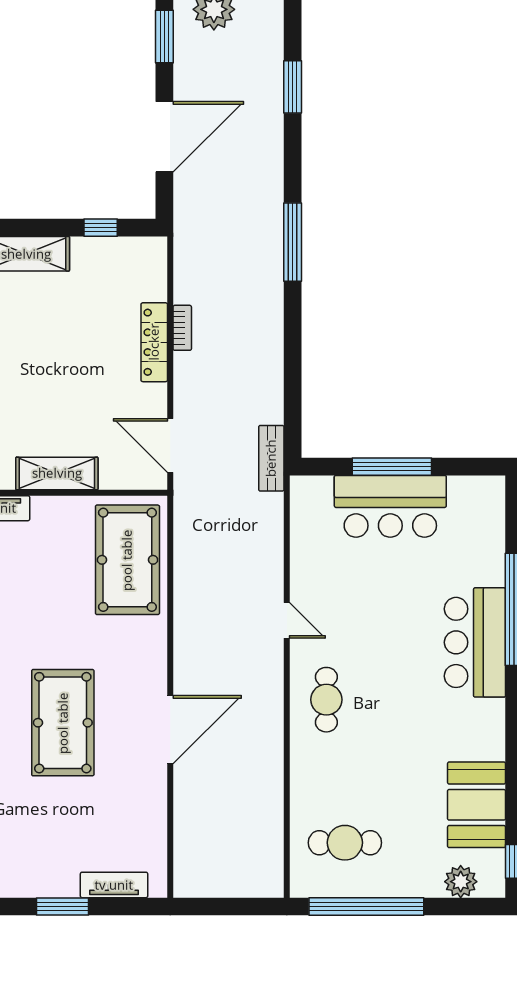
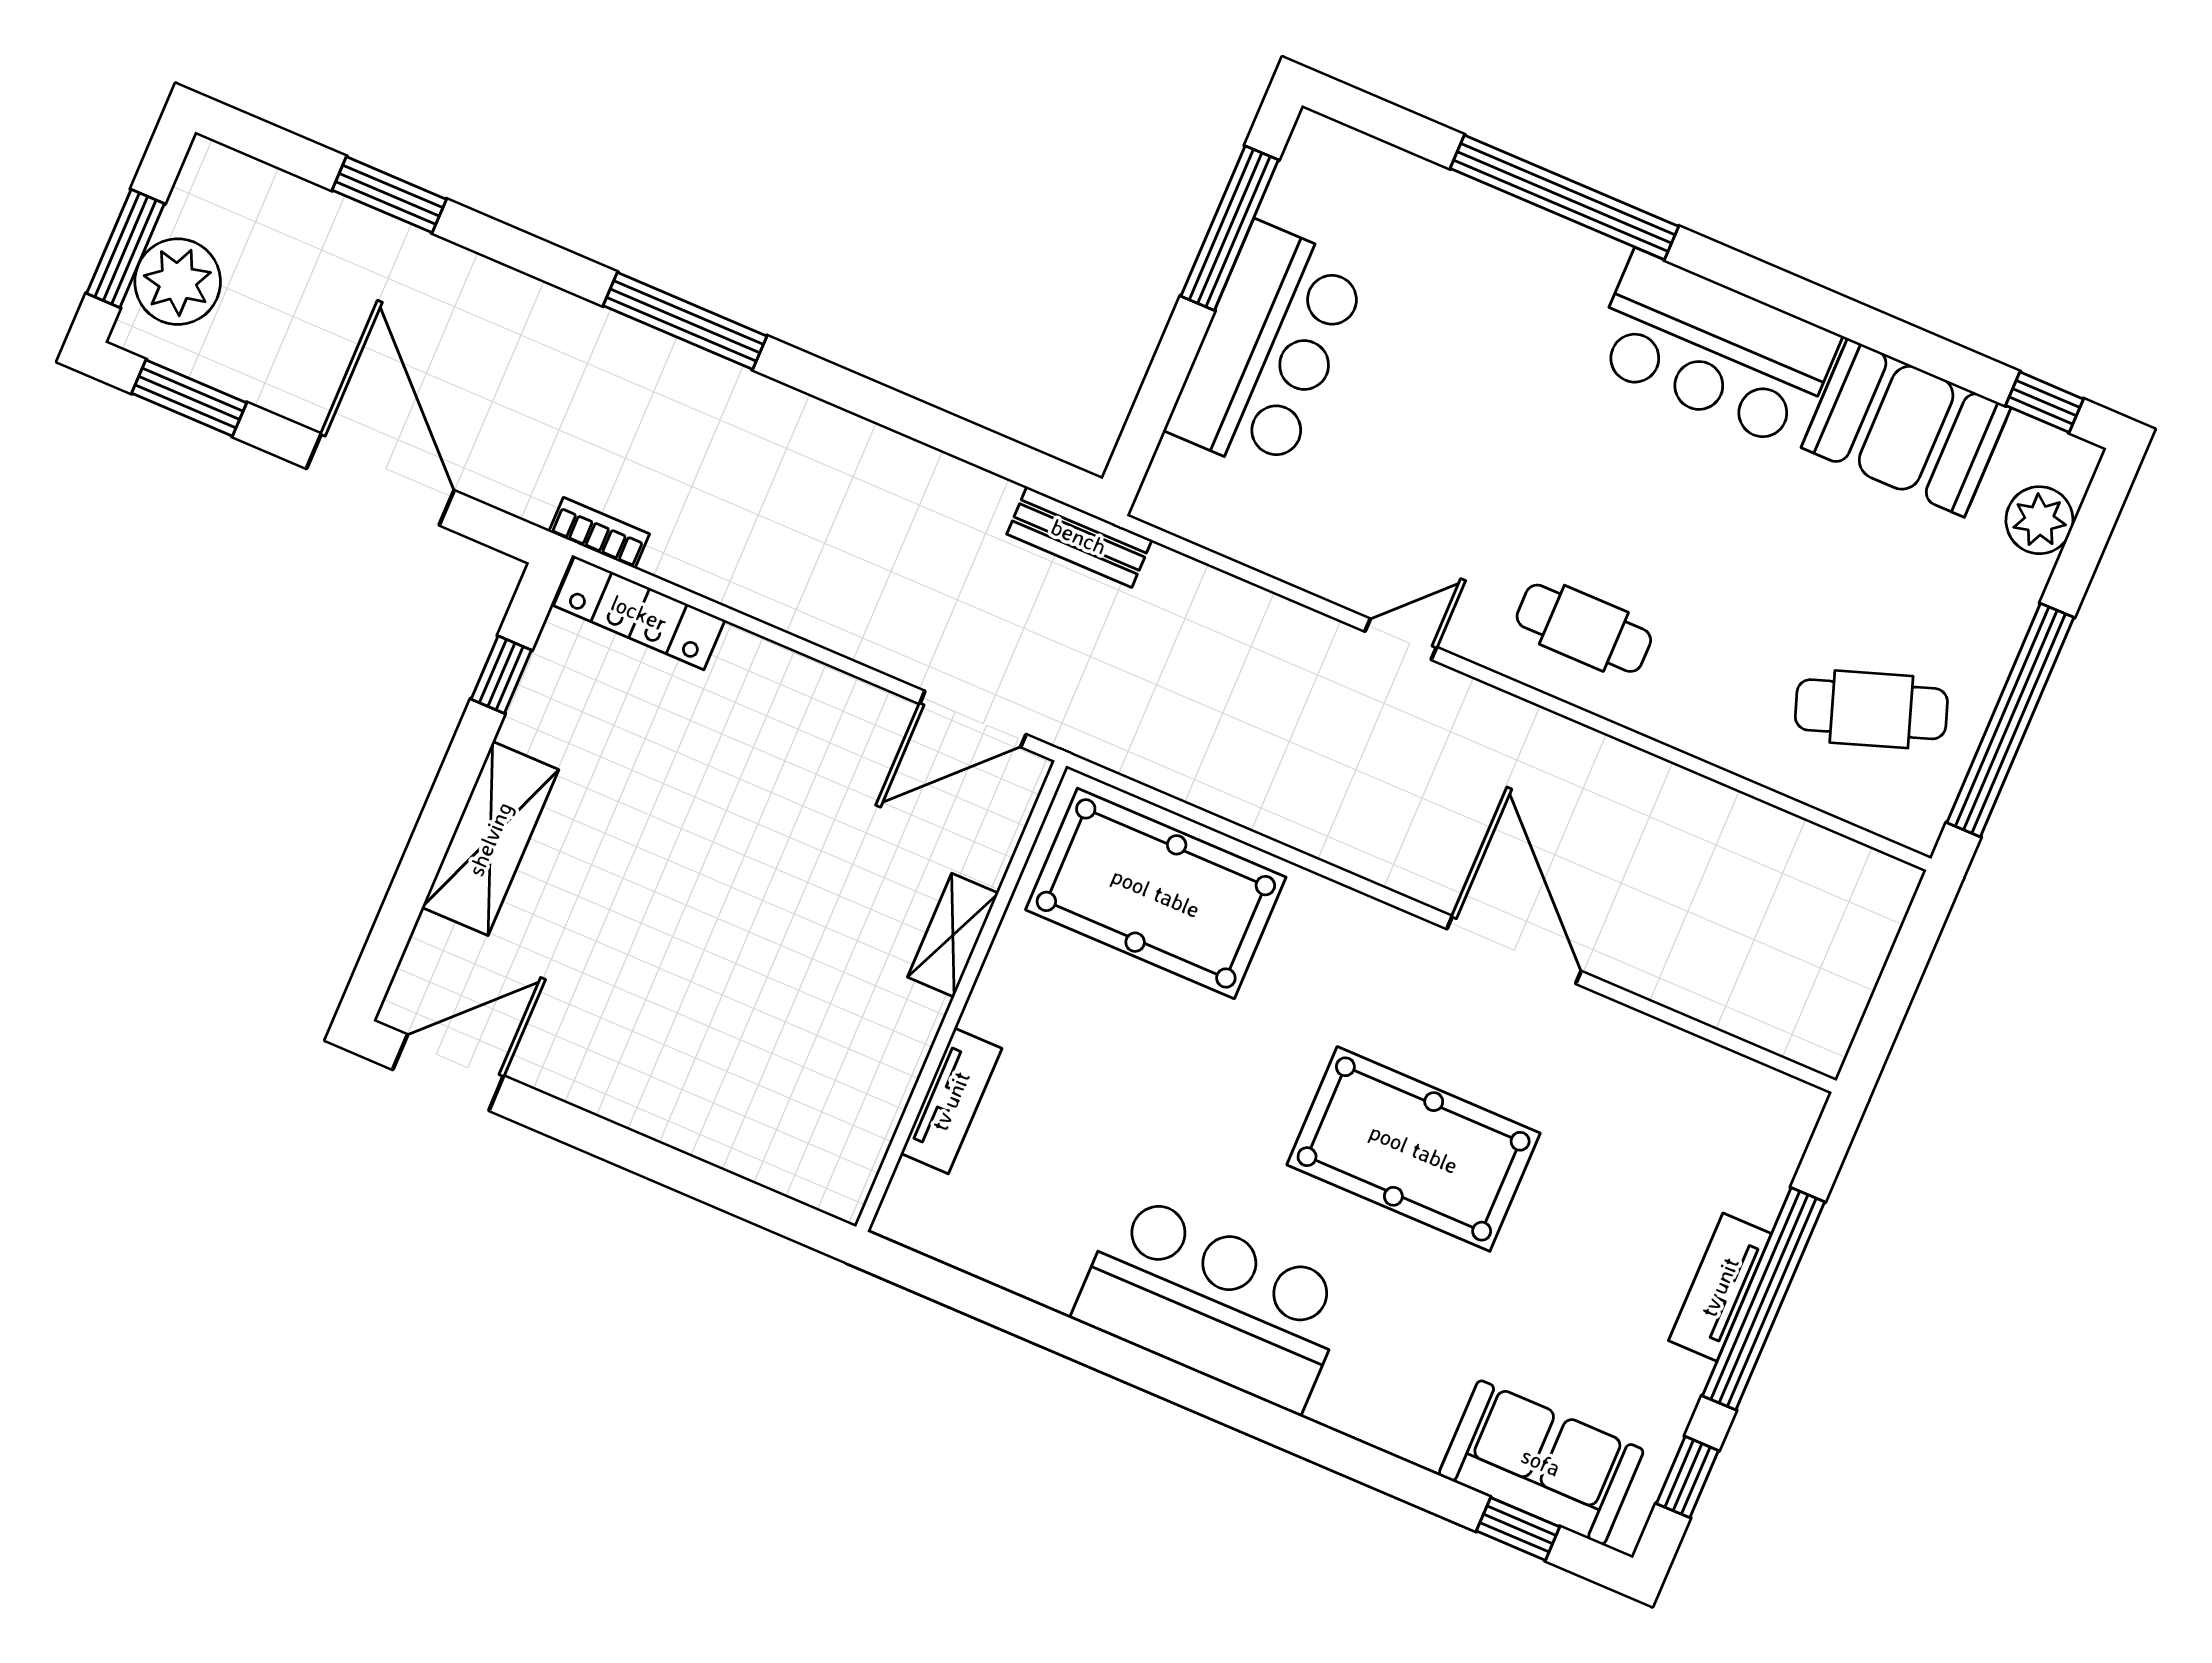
bookcase: (182, 328) -> (599, 533), moved
locker: (154, 342) -> (639, 613), moved
window: (392, 467) -> (1230, 228), moved
shelving: (57, 473) -> (953, 935), width x0.67, depth x0.75
bar counter: (475, 642) -> (1714, 350), moved
cafe table: (345, 843) -> (1871, 709), turned 71
tv unit: (114, 885) -> (1720, 1287), moved
window: (63, 907) -> (1763, 1299), width x2.11

